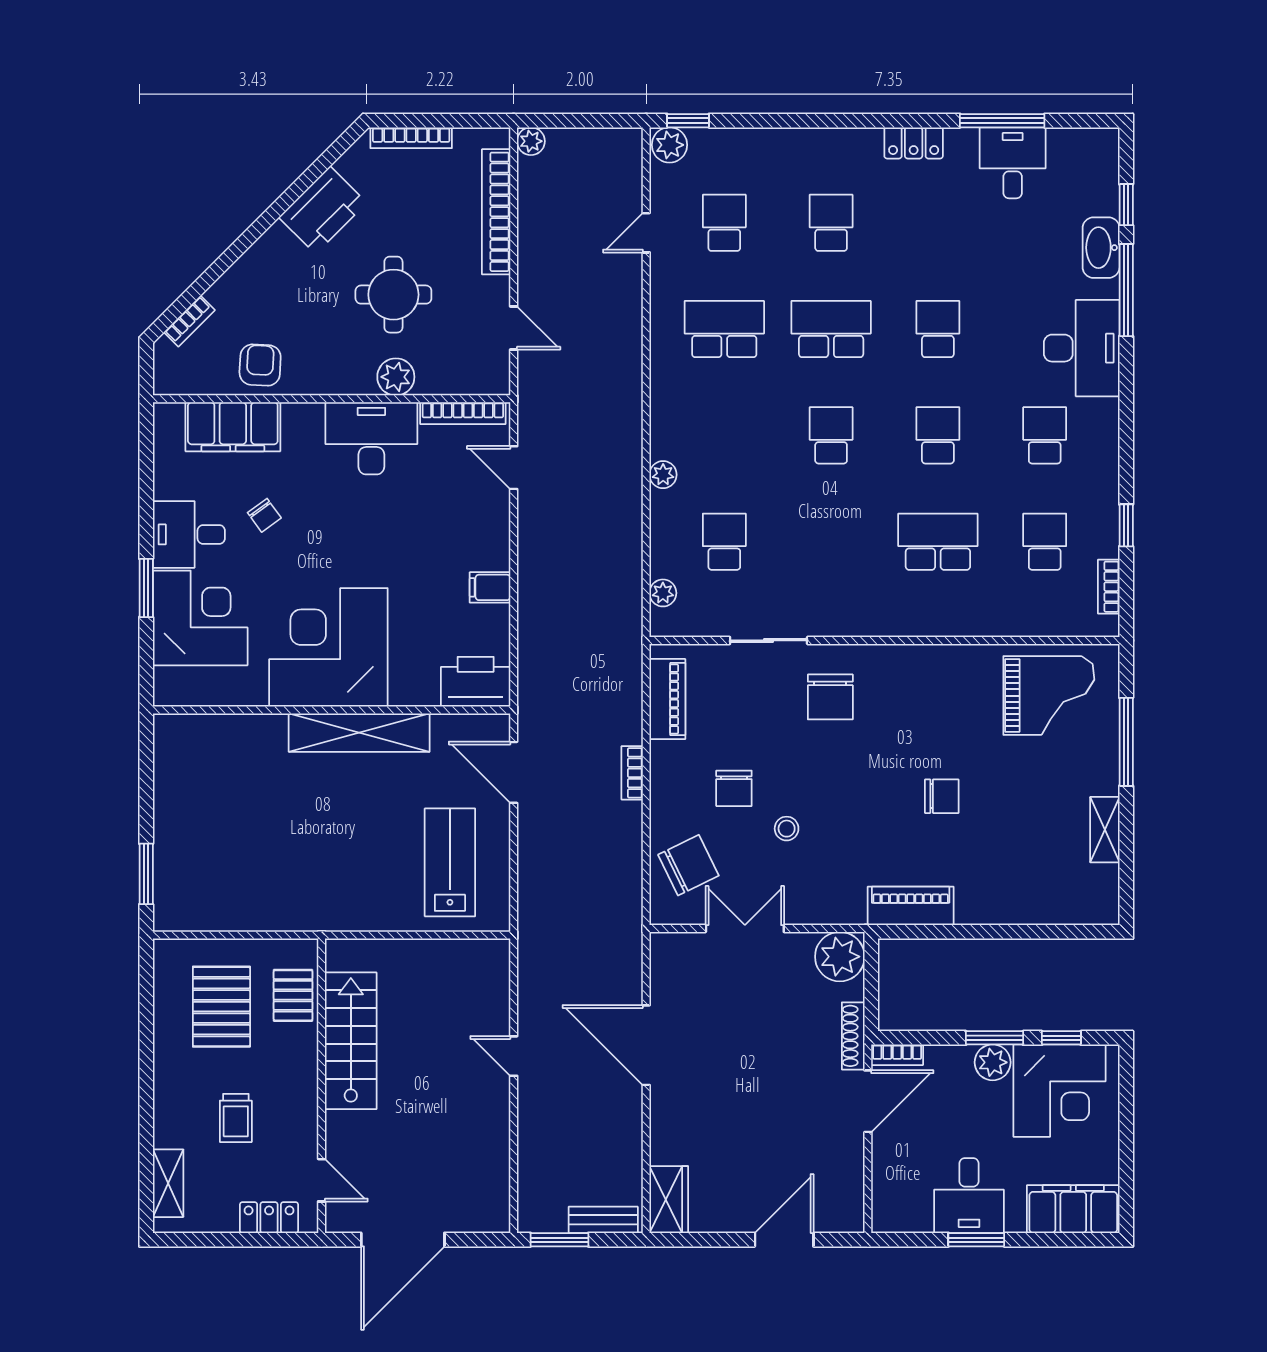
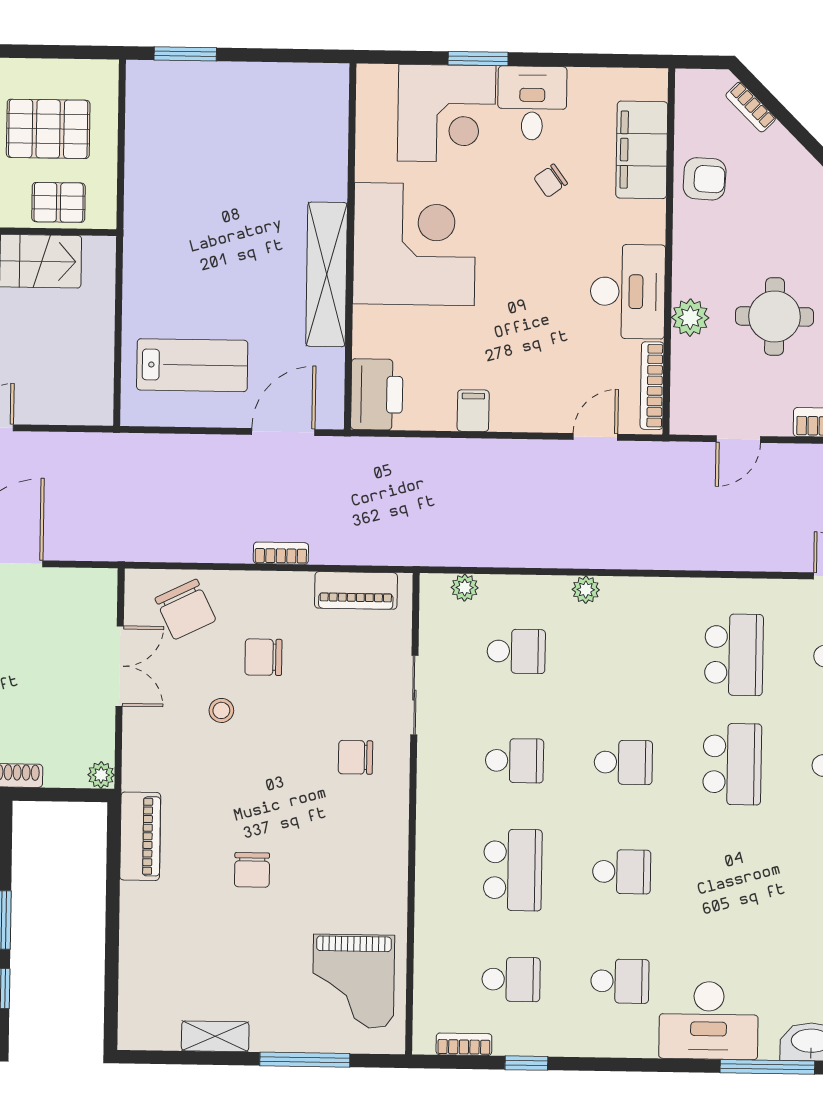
school desk: (938, 329) -> (514, 761), moved
chair: (830, 697) -> (355, 757), width x0.73, depth x0.73
plant: (840, 957) -> (101, 775), width x0.53, depth x0.53

